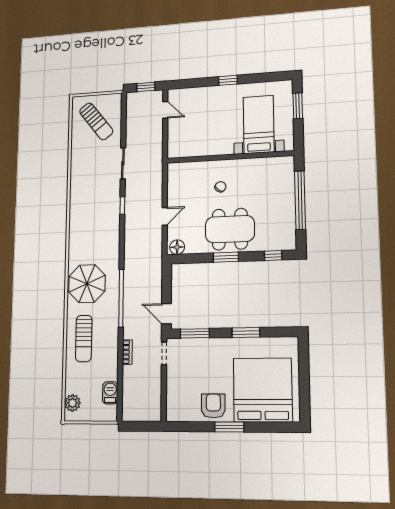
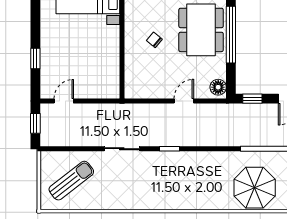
window: (228, 80) -> (35, 58), moved
door: (165, 216) -> (184, 101), hinge flipped
window: (226, 257) -> (231, 35), width x2.11
window: (167, 279) -> (252, 99), added

